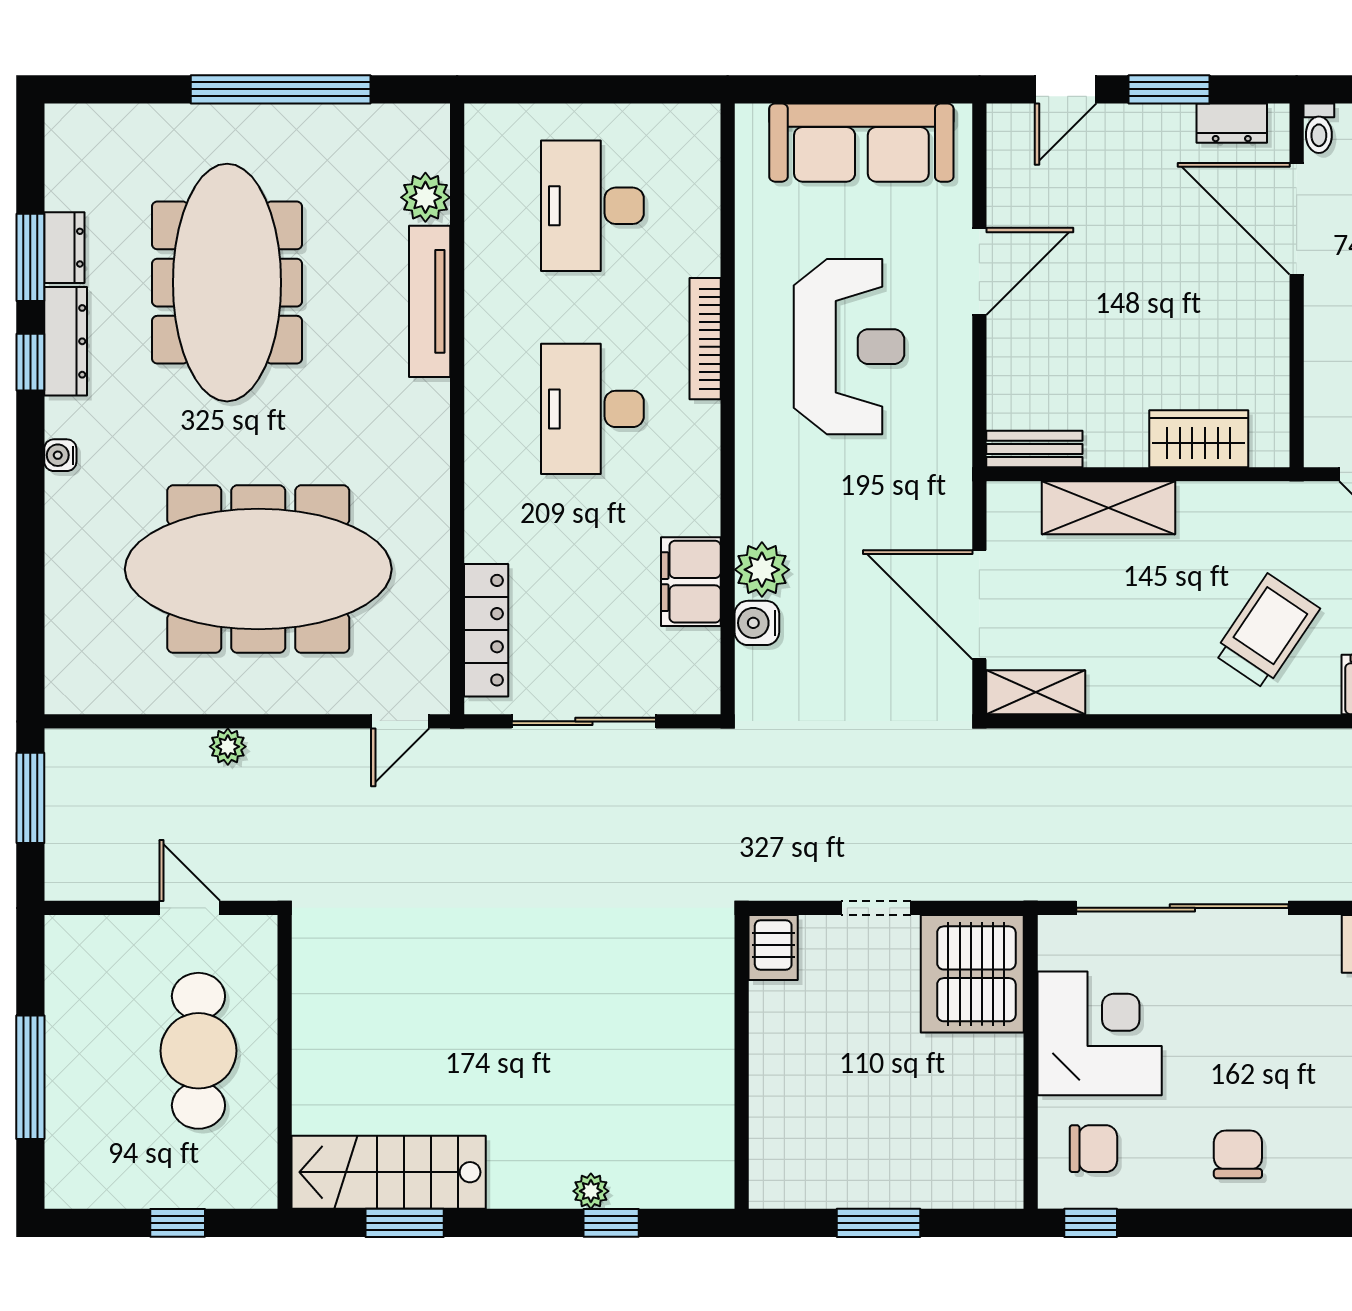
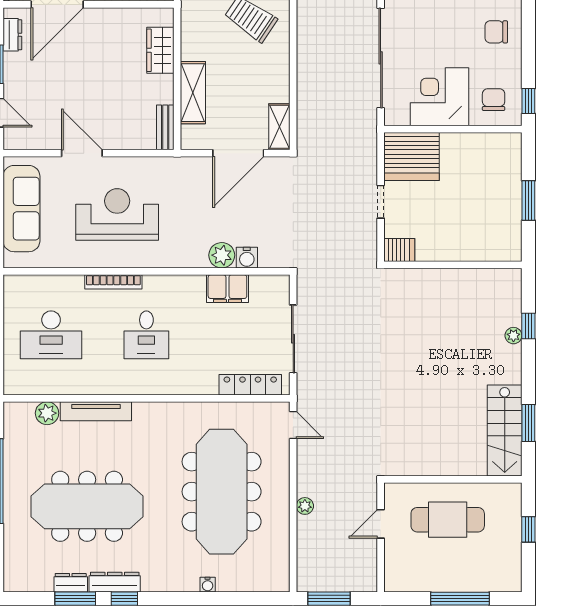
desk: (592, 409) -> (146, 335), width x0.73
water cooler: (60, 455) -> (208, 585), moved

